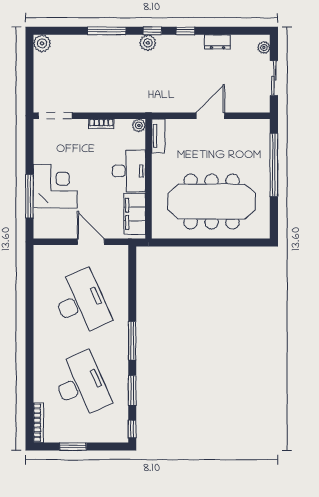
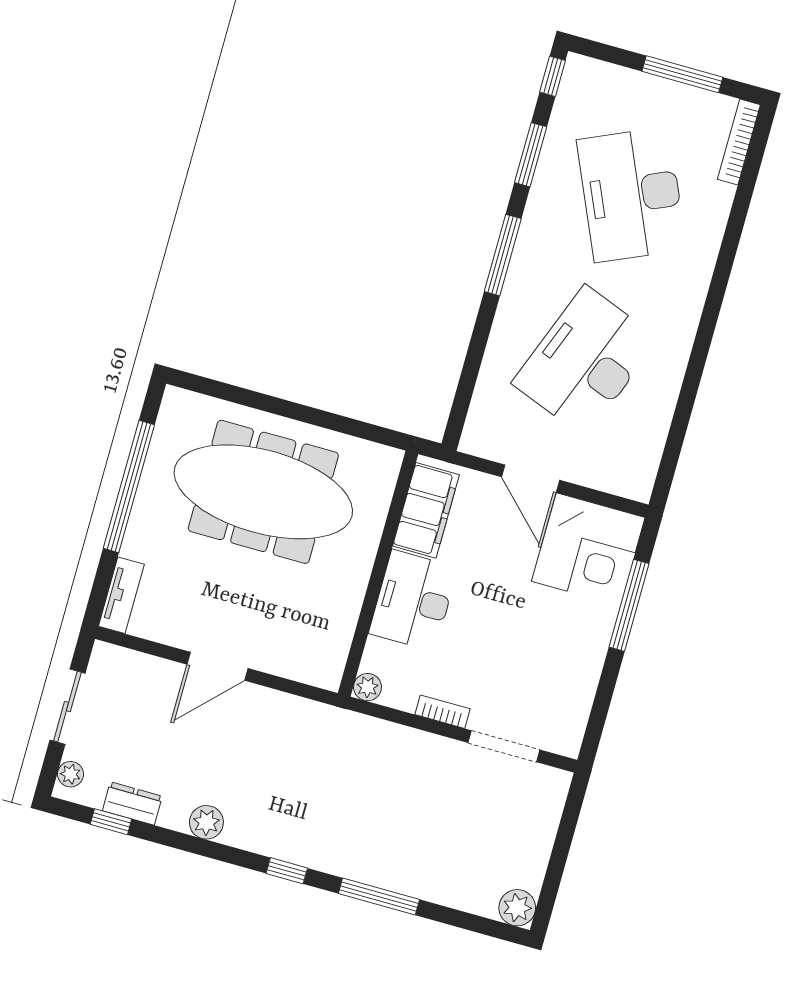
window: (185, 31) -> (111, 822), moved
dresser: (217, 42) -> (132, 803), moved
plant: (148, 43) -> (206, 822), moved
doorway: (55, 116) -> (504, 746), moved
tv unit: (158, 136) -> (121, 595), moved, turned 180
window: (274, 165) -> (129, 486), moved
corner desk: (55, 186) -> (588, 549), moved, turned -90
desk: (81, 303) -> (585, 361), turned 45
window: (73, 447) -> (682, 74), width x1.44

